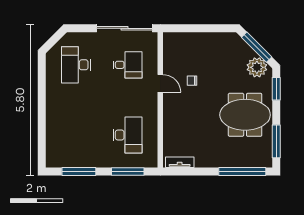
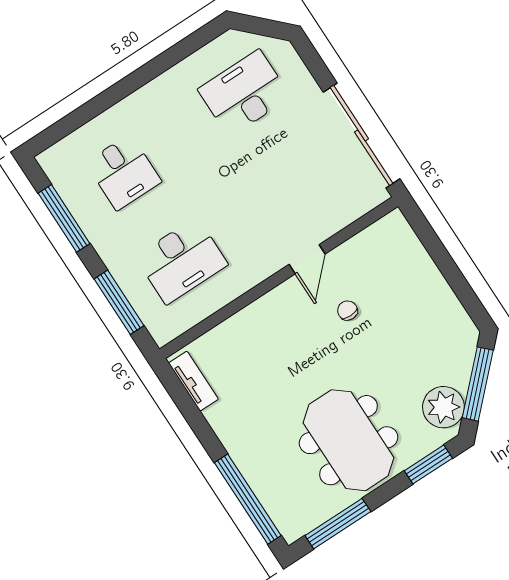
desk: (127, 65) -> (124, 172), moved

